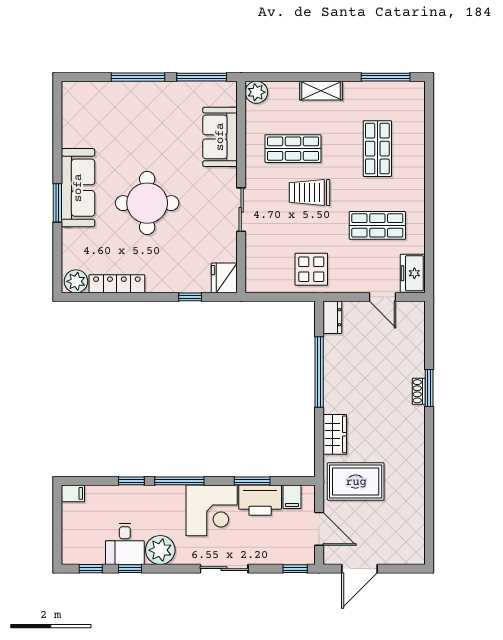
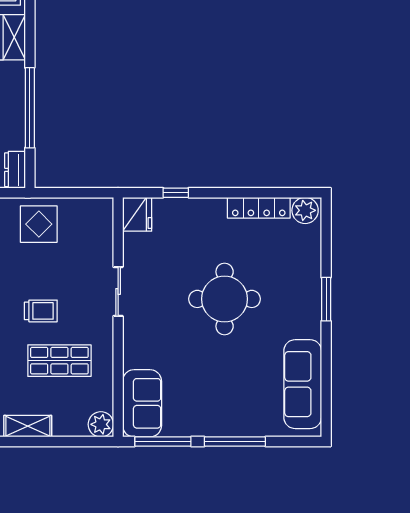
sofa: (220, 137) -> (142, 403), moved
sofa: (78, 188) -> (303, 384), moved
trolley: (310, 192) -> (41, 311), width x0.73, depth x0.72

